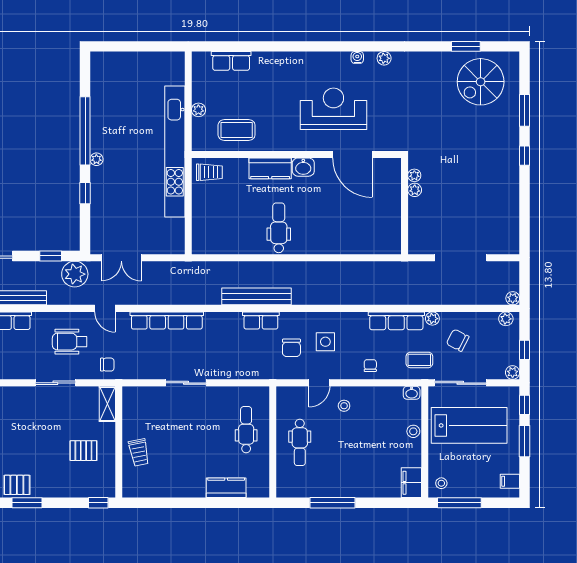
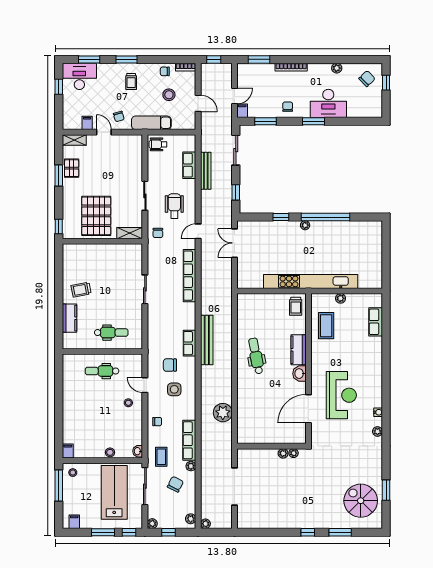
dental chair: (279, 228) -> (256, 356), turned -101
plant: (75, 274) -> (223, 413), moved
lab bench: (469, 425) -> (114, 492), turned 180
pallet: (83, 451) -> (96, 216), width x2.05, depth x2.00
trolley: (139, 452) -> (81, 290), moved
filing cabinet: (411, 483) -> (68, 451), width x0.50
window: (333, 503) -> (59, 395), removed

